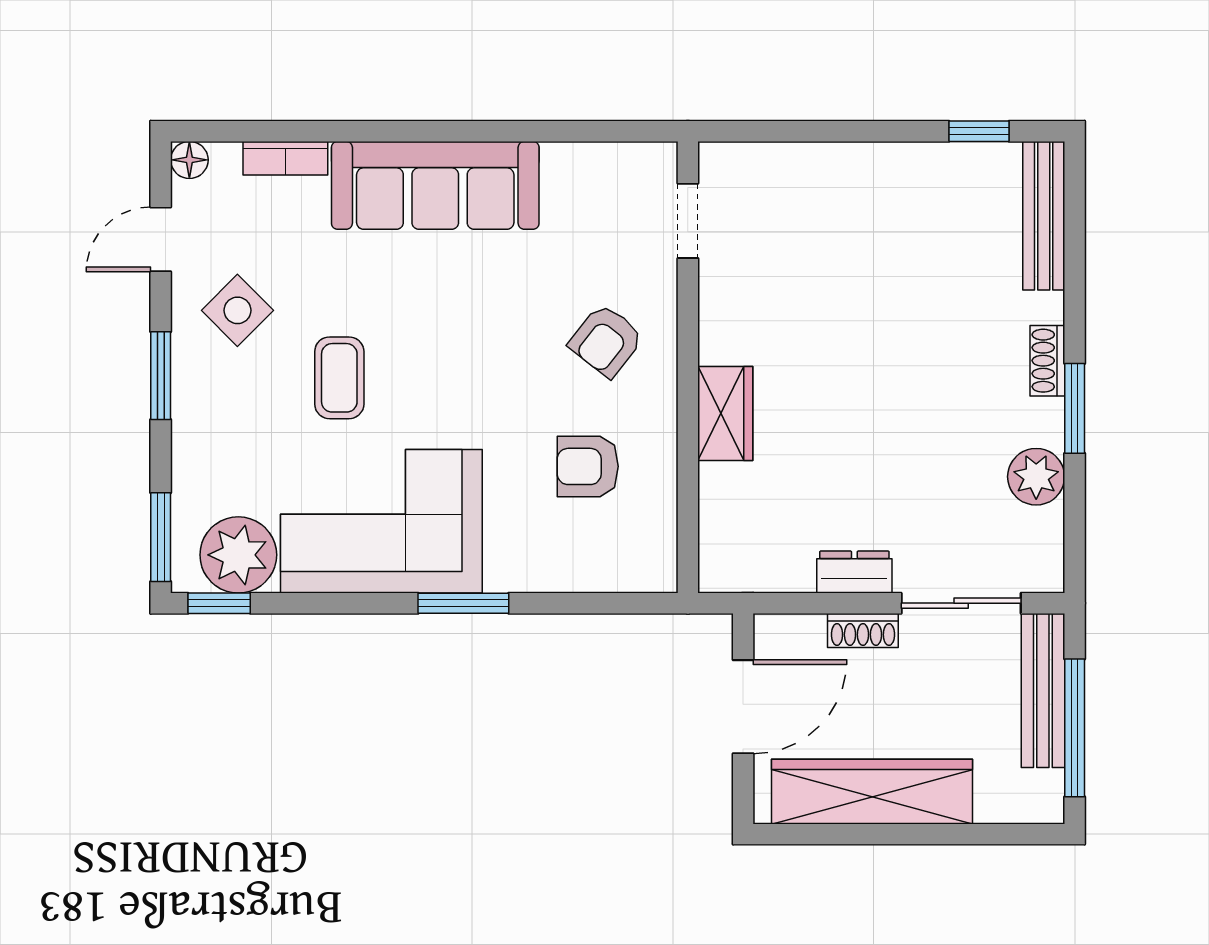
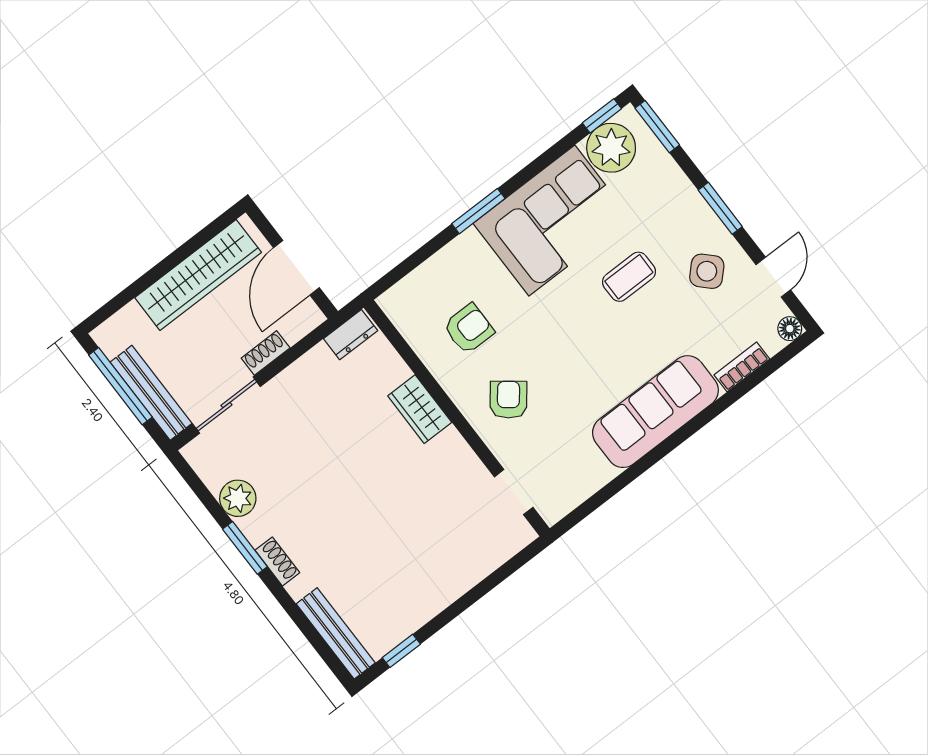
coffee table: (339, 378) -> (629, 277), turned 90
dresser: (854, 572) -> (351, 335), moved

